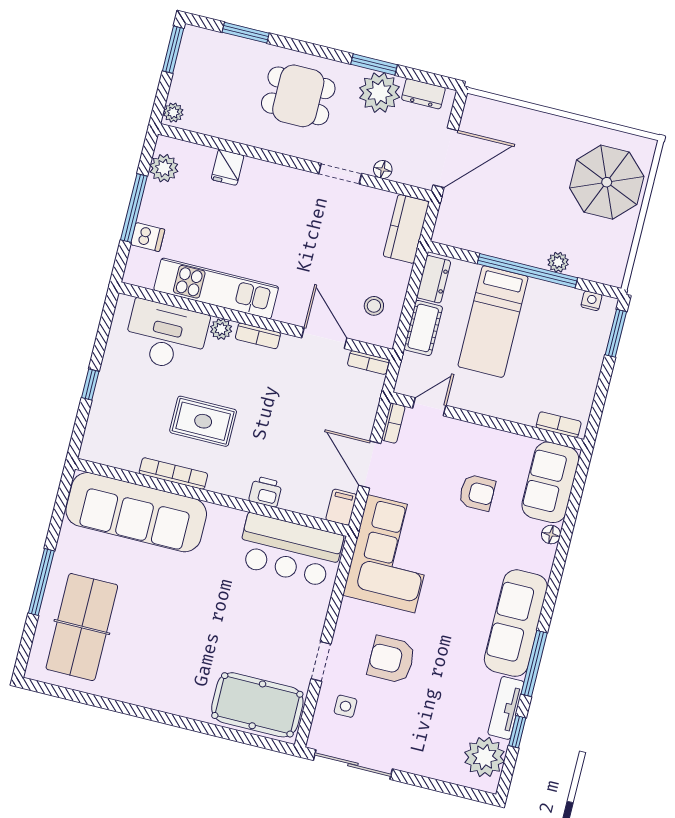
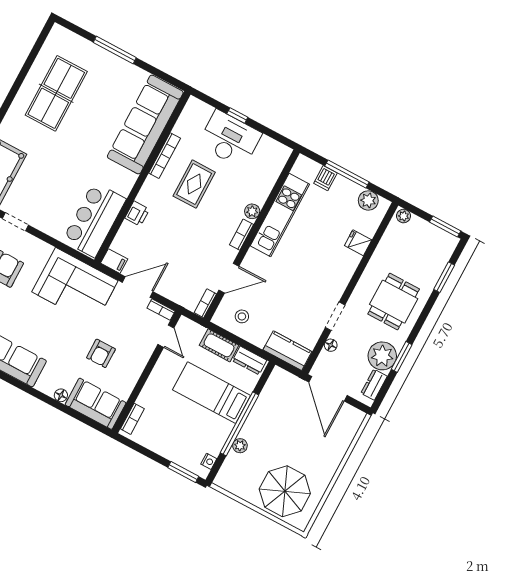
desk: (166, 336) -> (230, 139), moved, turned -90
table tennis table: (82, 627) -> (56, 93), moved, turned 90

